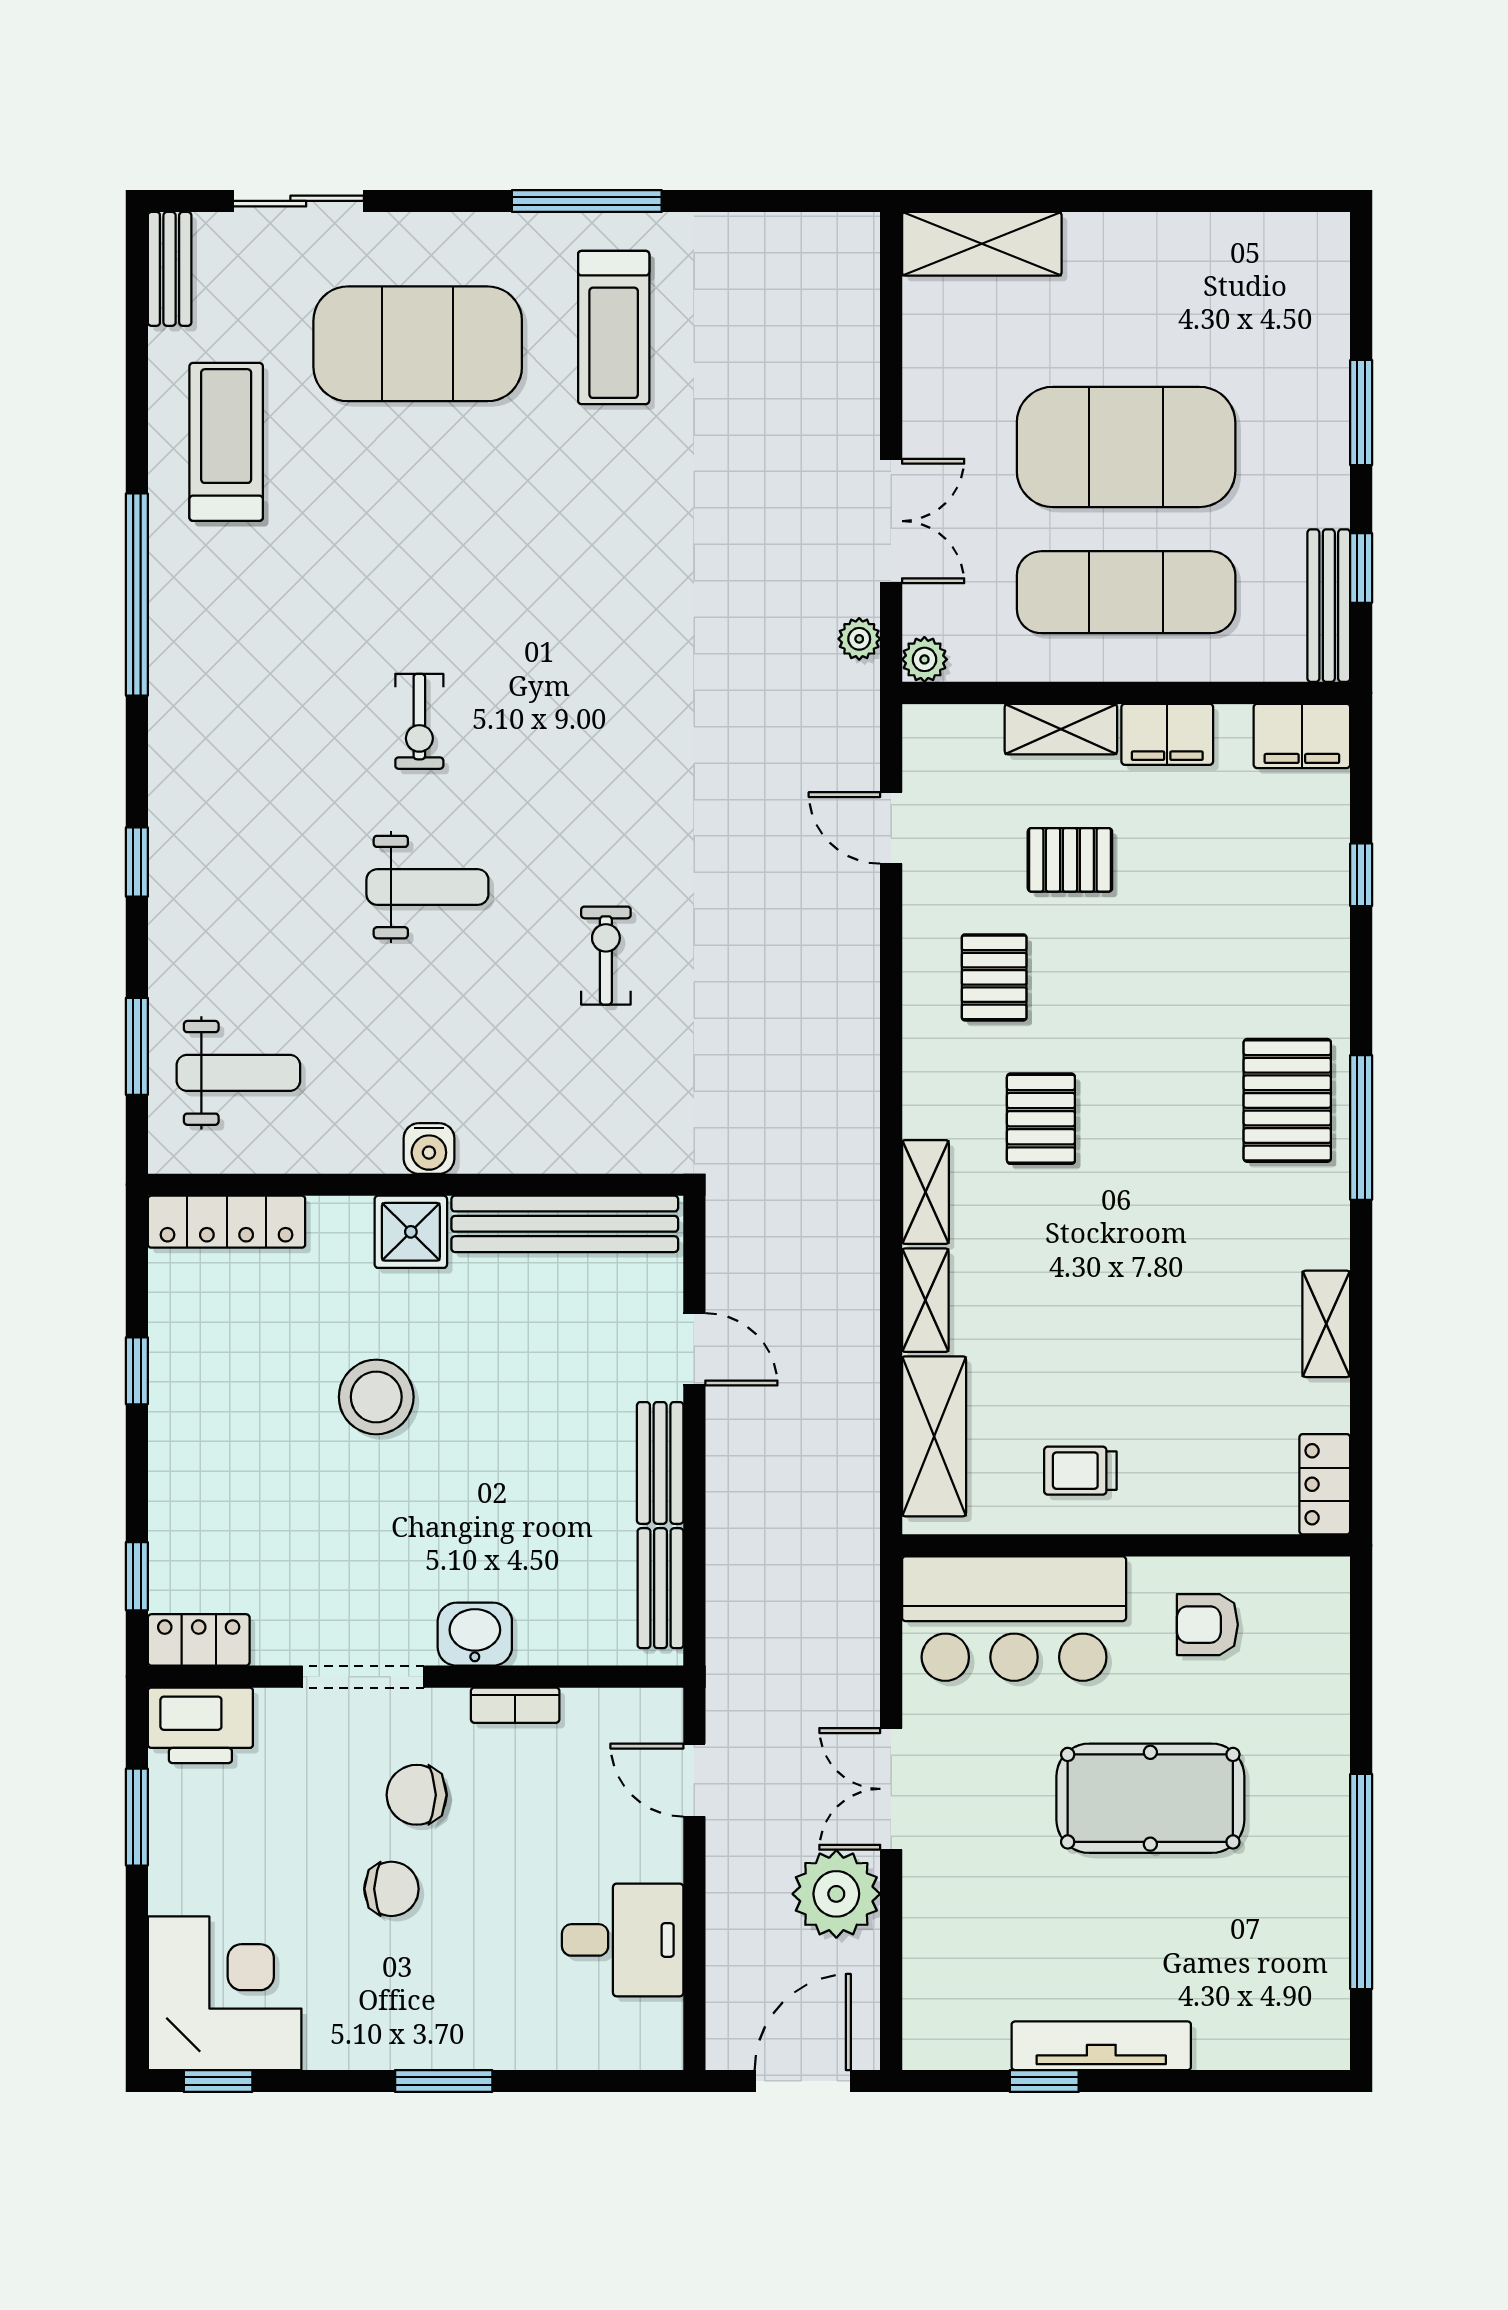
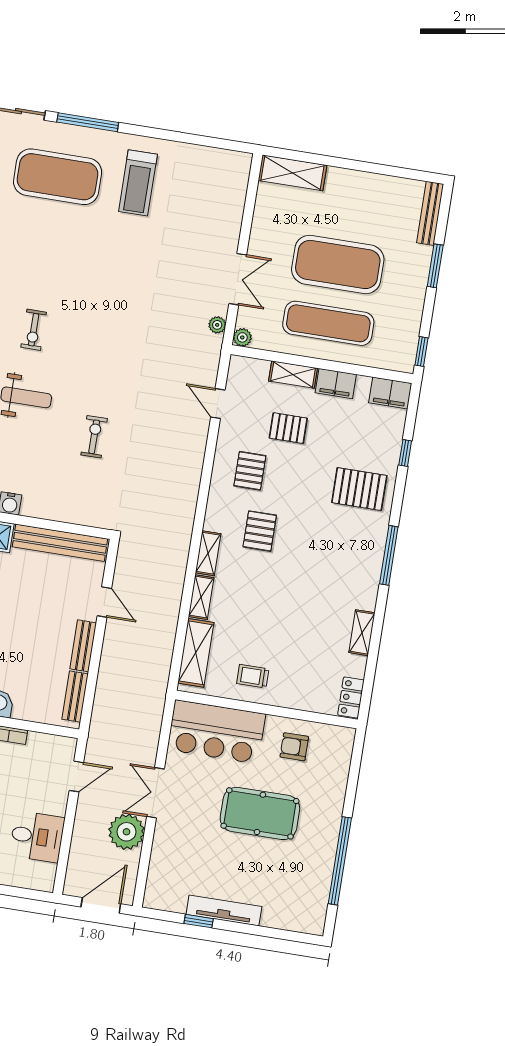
window: (587, 201) -> (88, 122), moved
window: (1361, 568) -> (421, 351), moved
bench: (1329, 606) -> (430, 213), moved
pallet: (1287, 1100) -> (359, 489), moved, turned 90
door: (694, 1780) -> (76, 776), swing flipped

